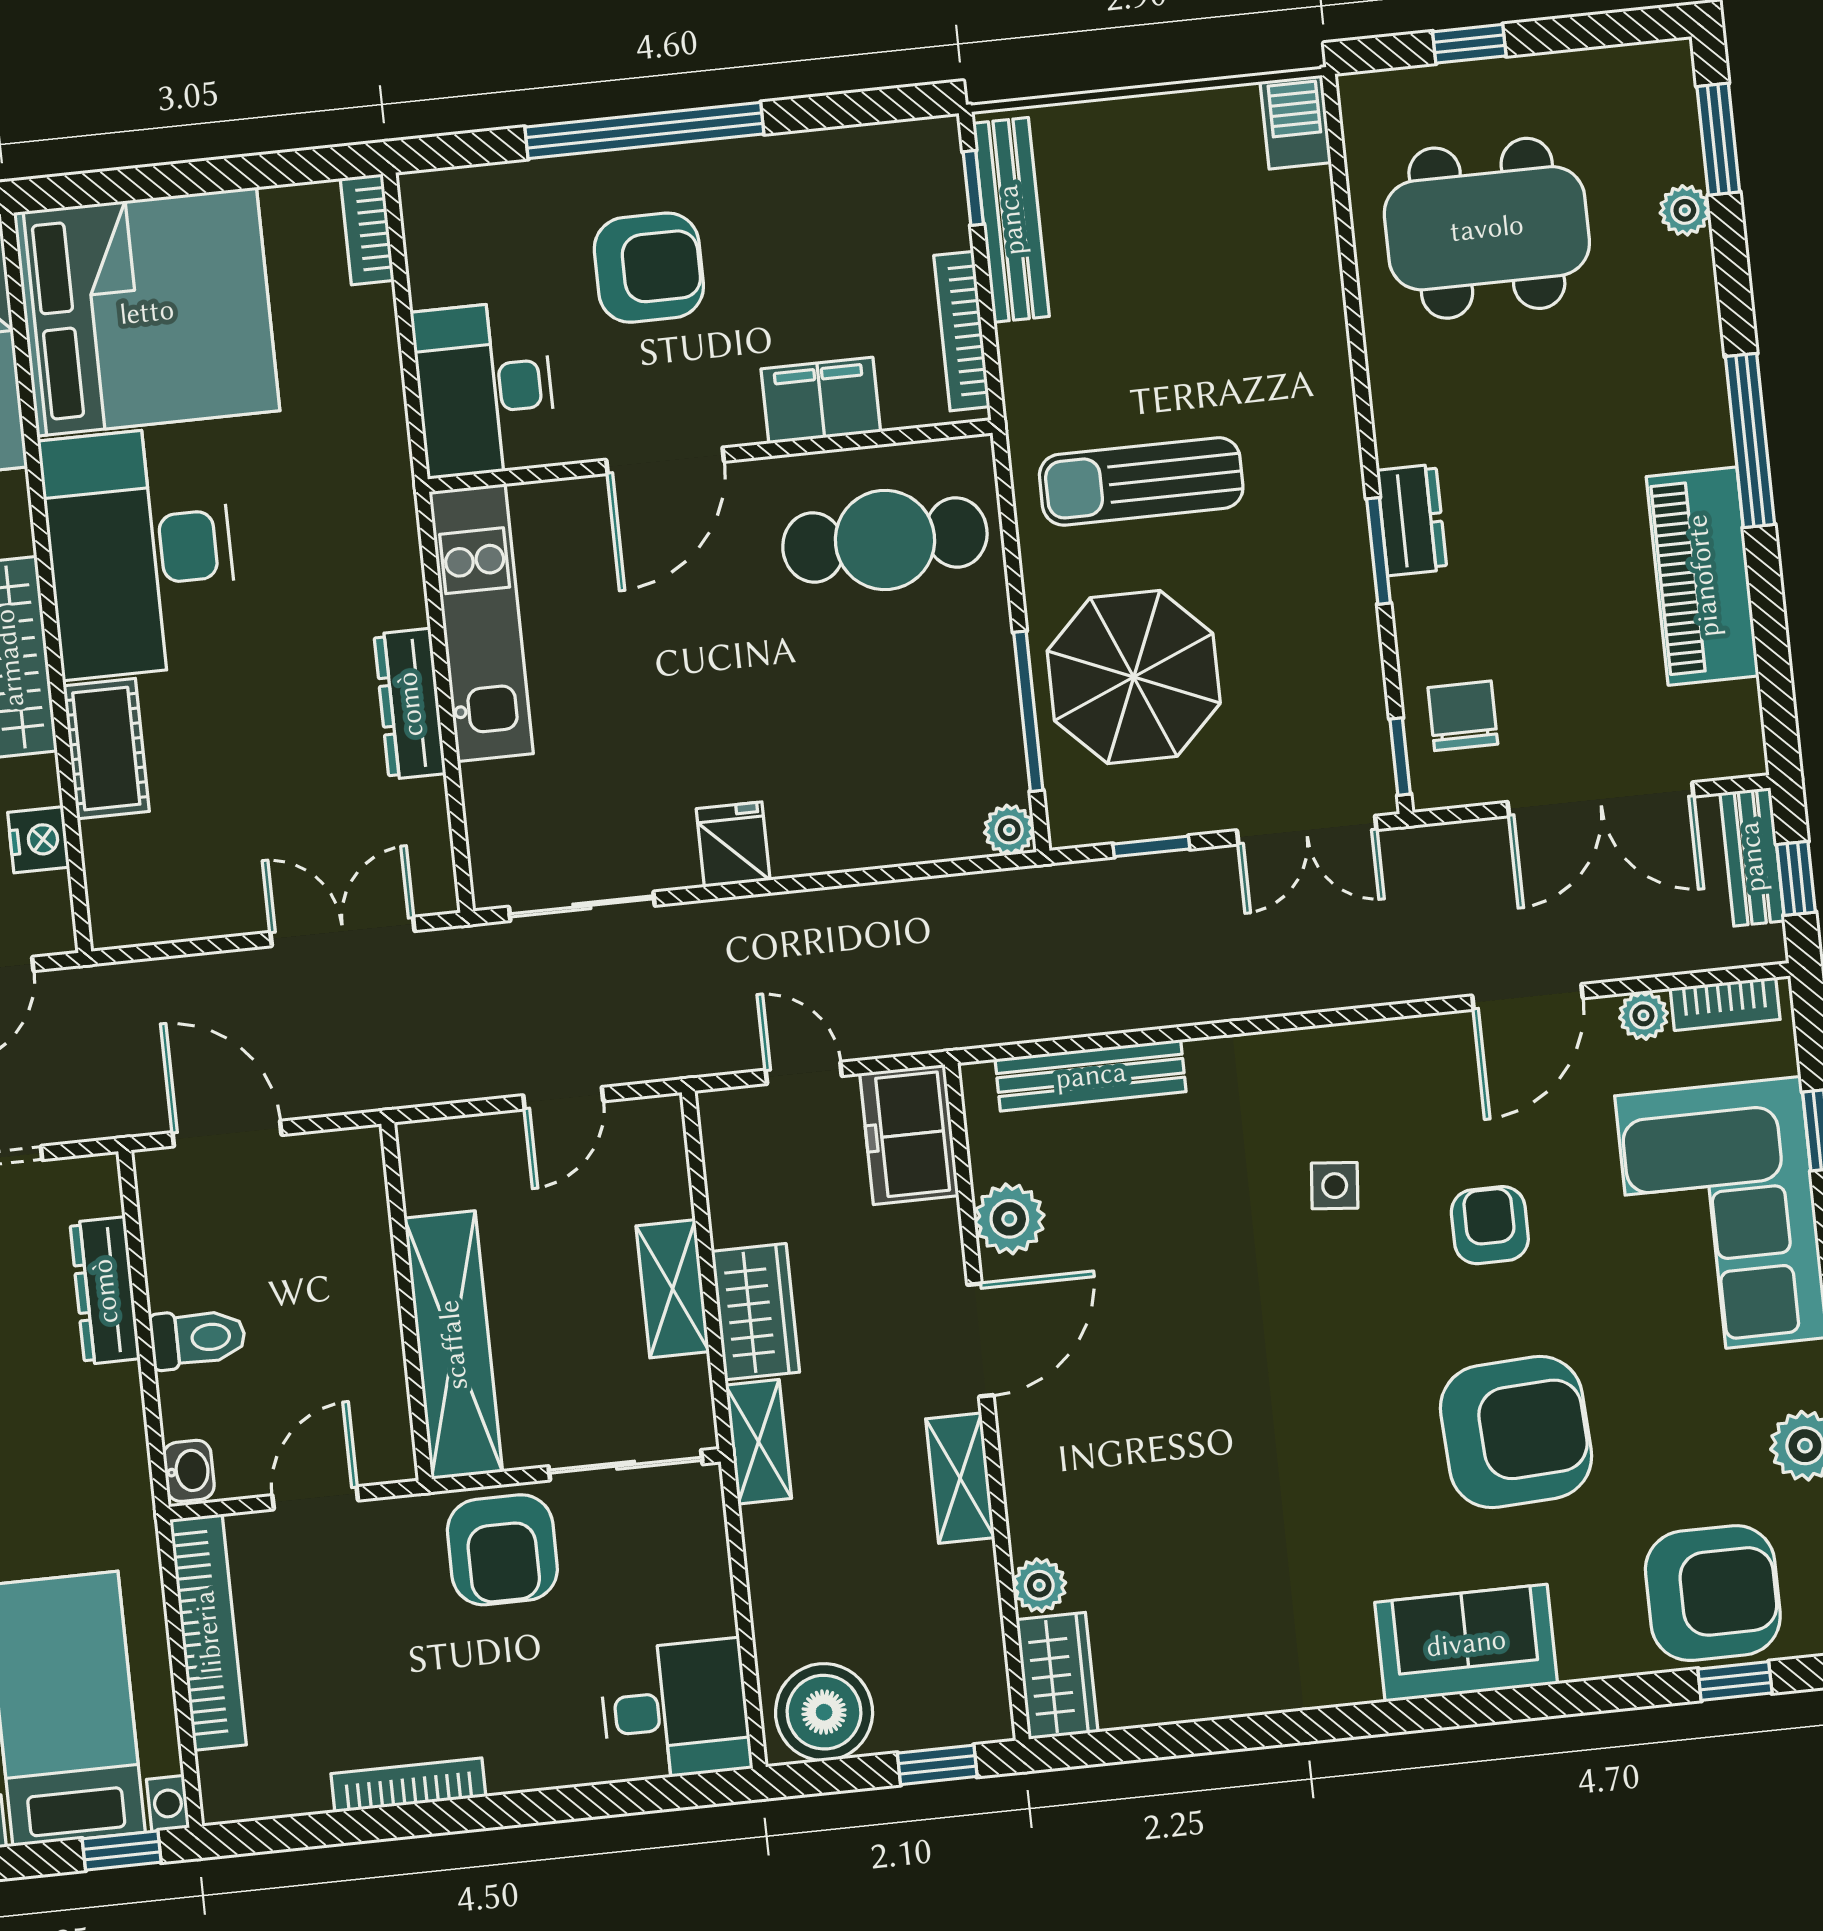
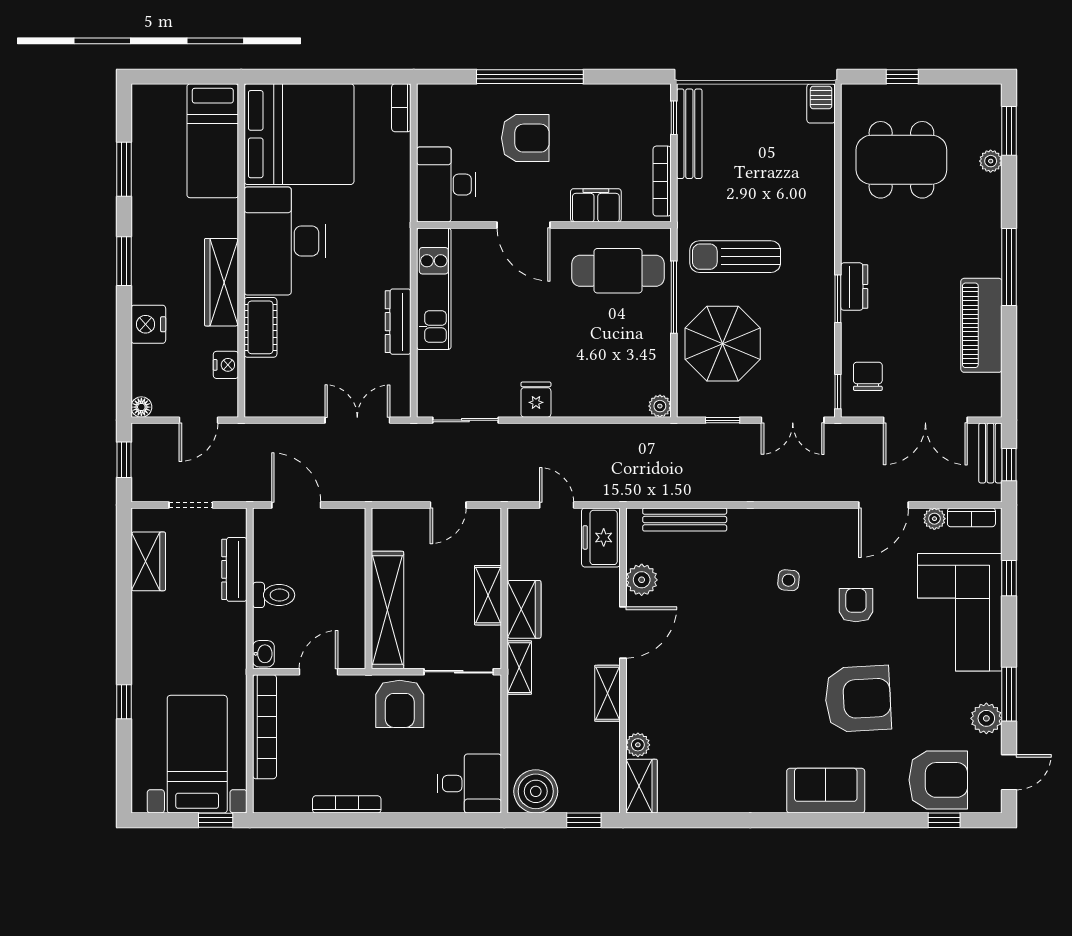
door: (665, 461) -> (524, 225), hinge flipped
window: (1028, 711) -> (674, 297), moved

